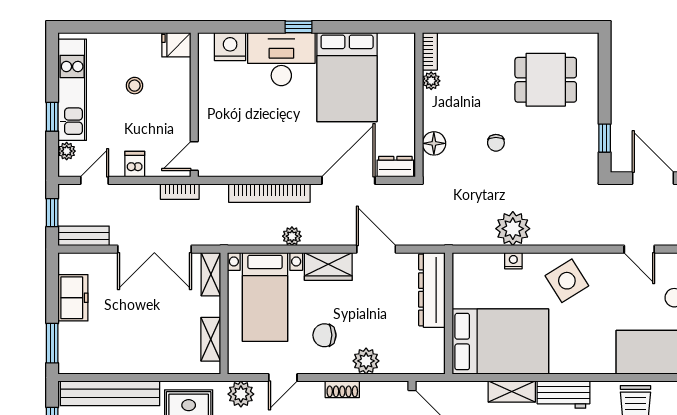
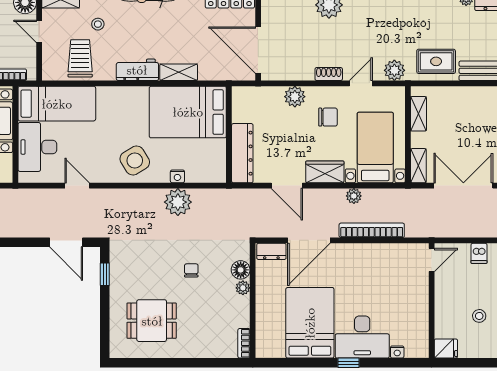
nightstand: (230, 47) -> (397, 352), width x0.53, depth x0.56
plant: (431, 81) -> (243, 288), moved
bookcase: (180, 192) -> (443, 232), removed
shoe rack: (342, 389) -> (329, 74), moved

